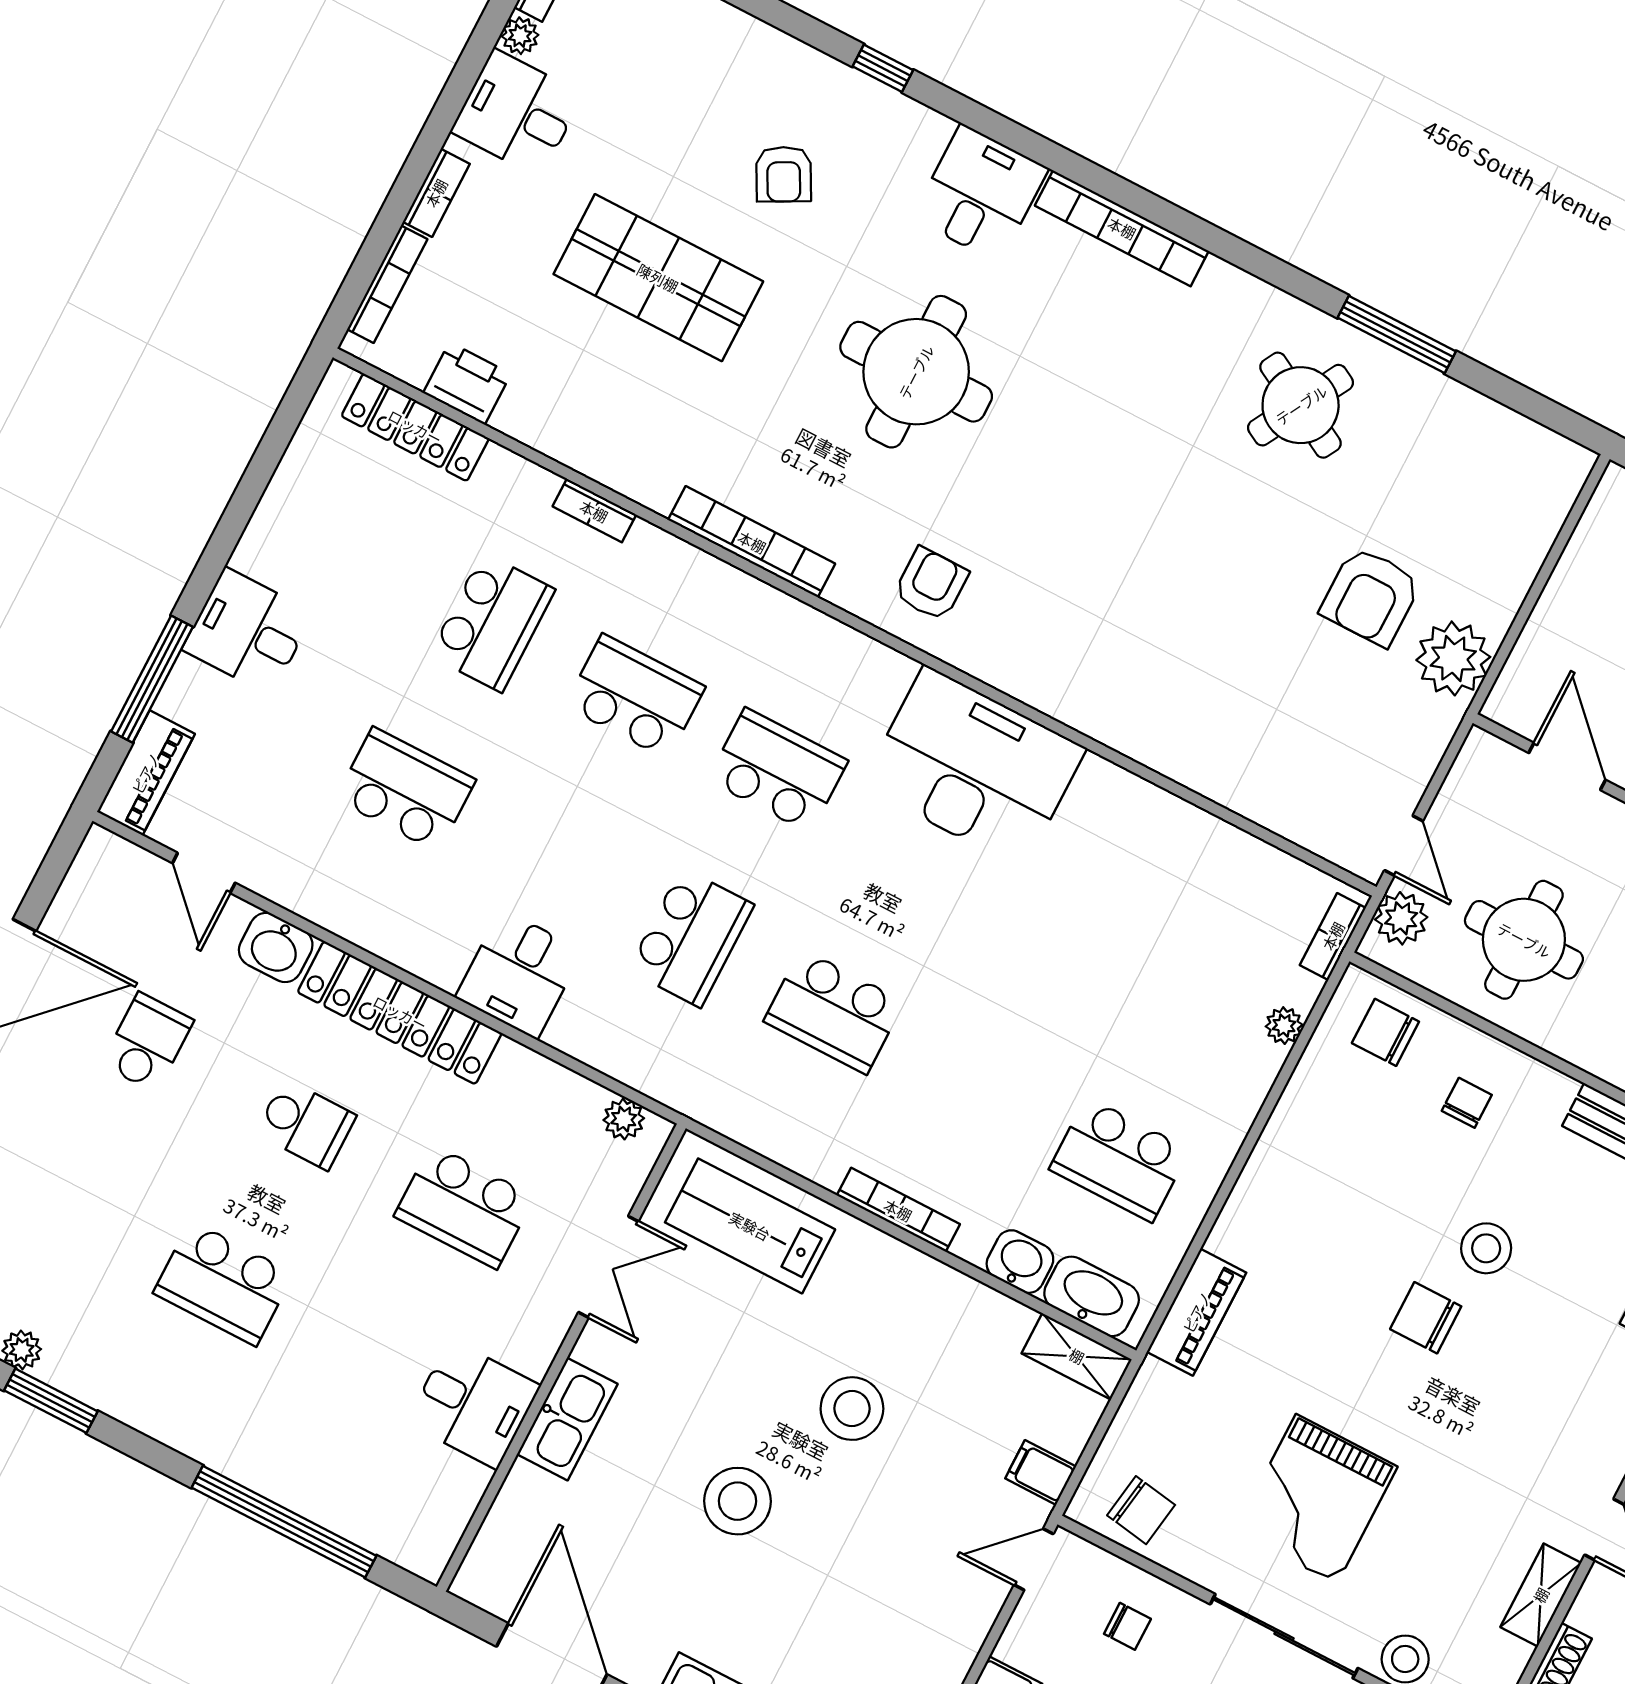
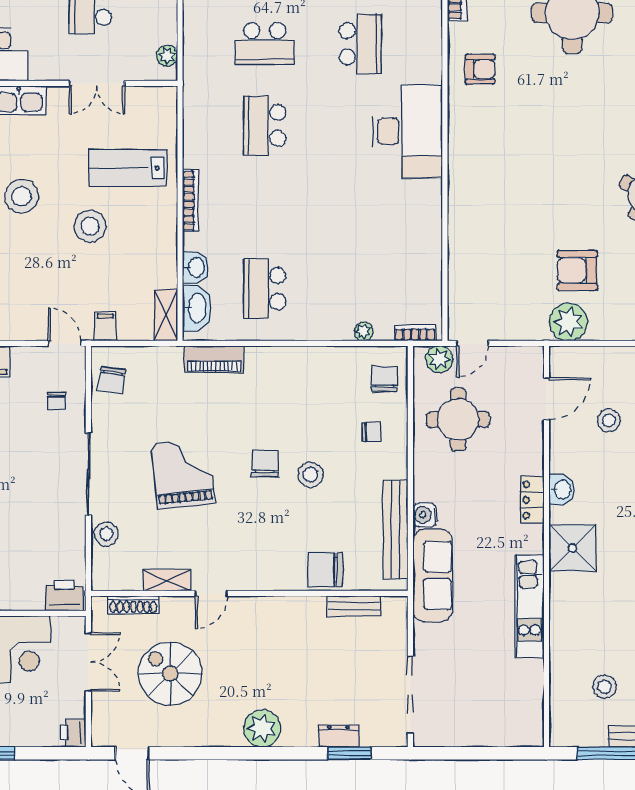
lab bench: (750, 1226) -> (128, 168), moved, turned -90
grand piano: (1316, 1499) -> (183, 473), moved, turned 84

